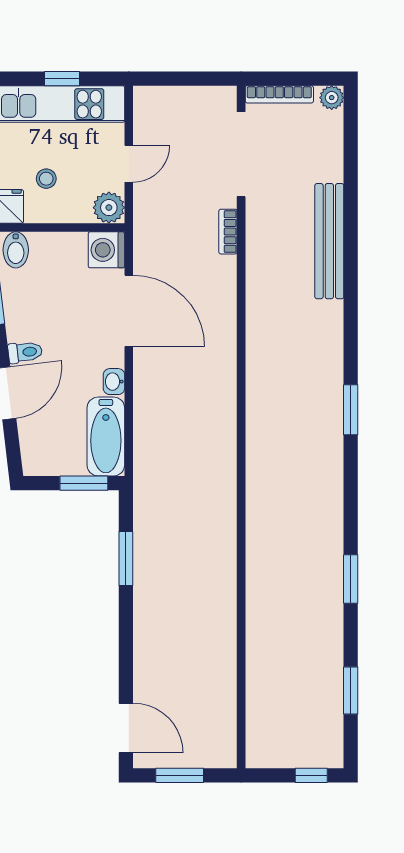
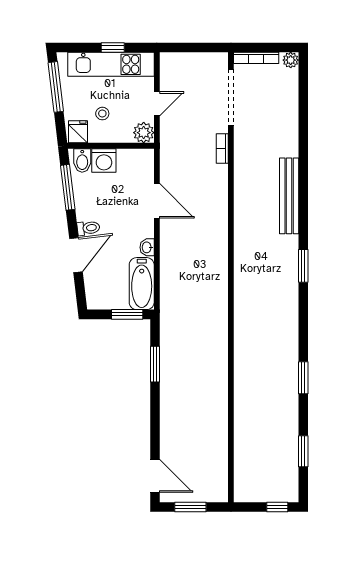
bench: (329, 241) -> (289, 196), moved
washing machine: (106, 250) -> (104, 160), moved, turned -90
door: (129, 311) -> (157, 201), width x0.73

